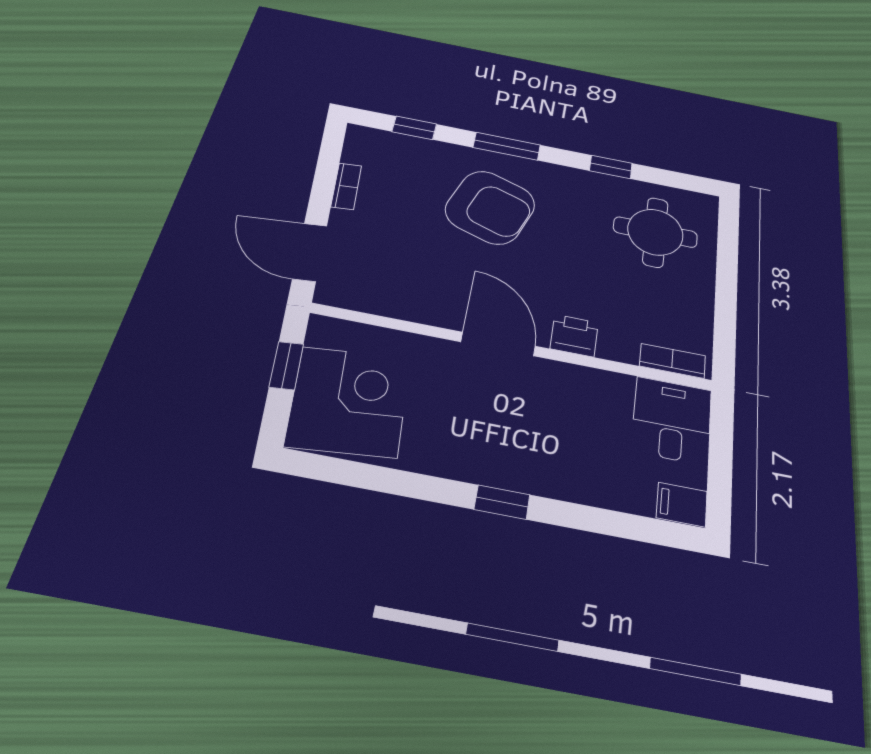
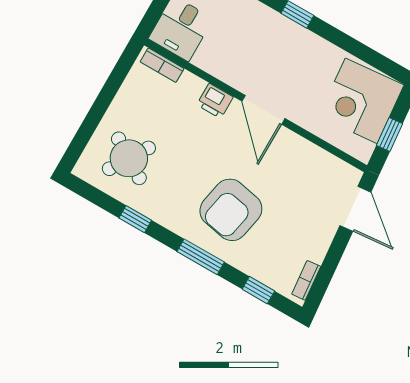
bookcase: (346, 186) -> (306, 280), moved
armchair: (490, 207) -> (231, 210), turned -98
round table: (655, 232) -> (129, 158), turned 32

